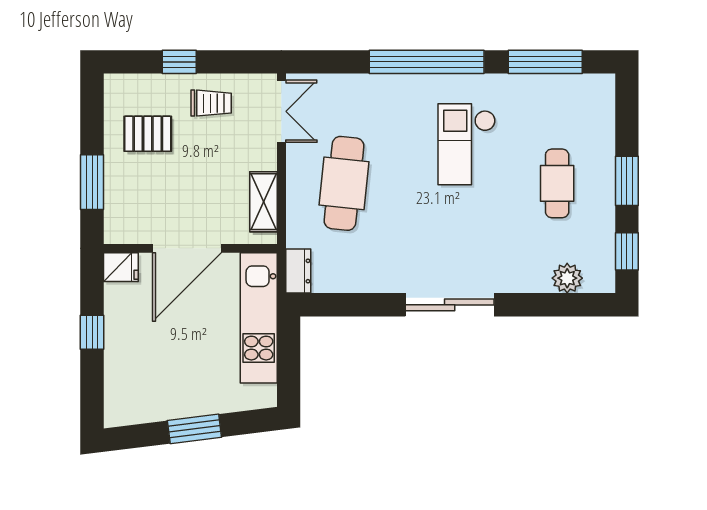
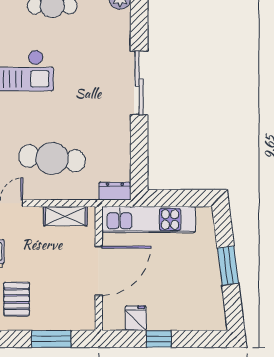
door: (187, 248) -> (99, 271), hinge flipped
fridge: (121, 267) -> (136, 318), moved

